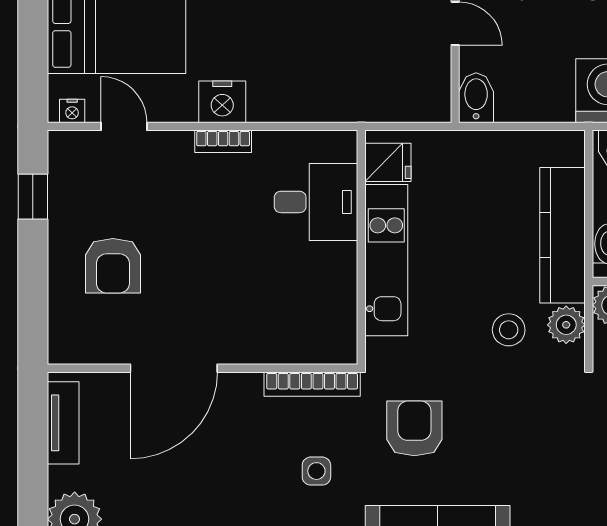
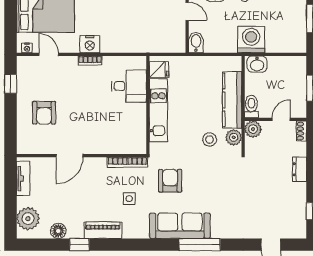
door: (174, 368) -> (69, 156), width x0.73

